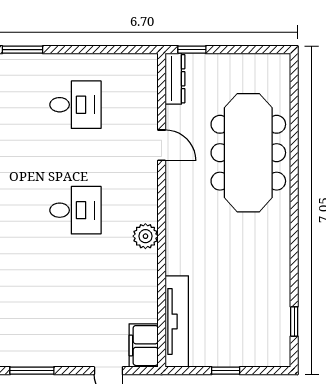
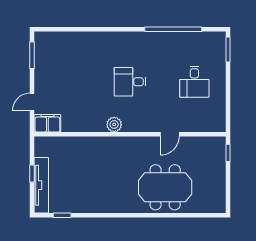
dresser: (175, 79) -> (210, 143), removed
meeting table: (248, 153) -> (165, 187), width x0.73
desk: (75, 210) -> (130, 82), turned 90
tv unit: (177, 322) -> (41, 185), moved, turned -90

